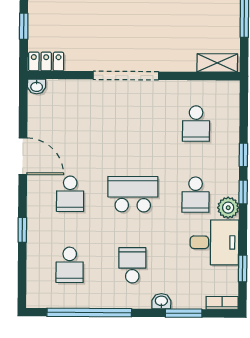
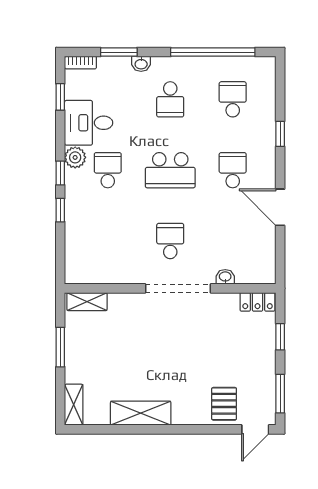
washbasin: (37, 86) -> (225, 277), moved
school desk: (196, 124) -> (170, 241), moved

